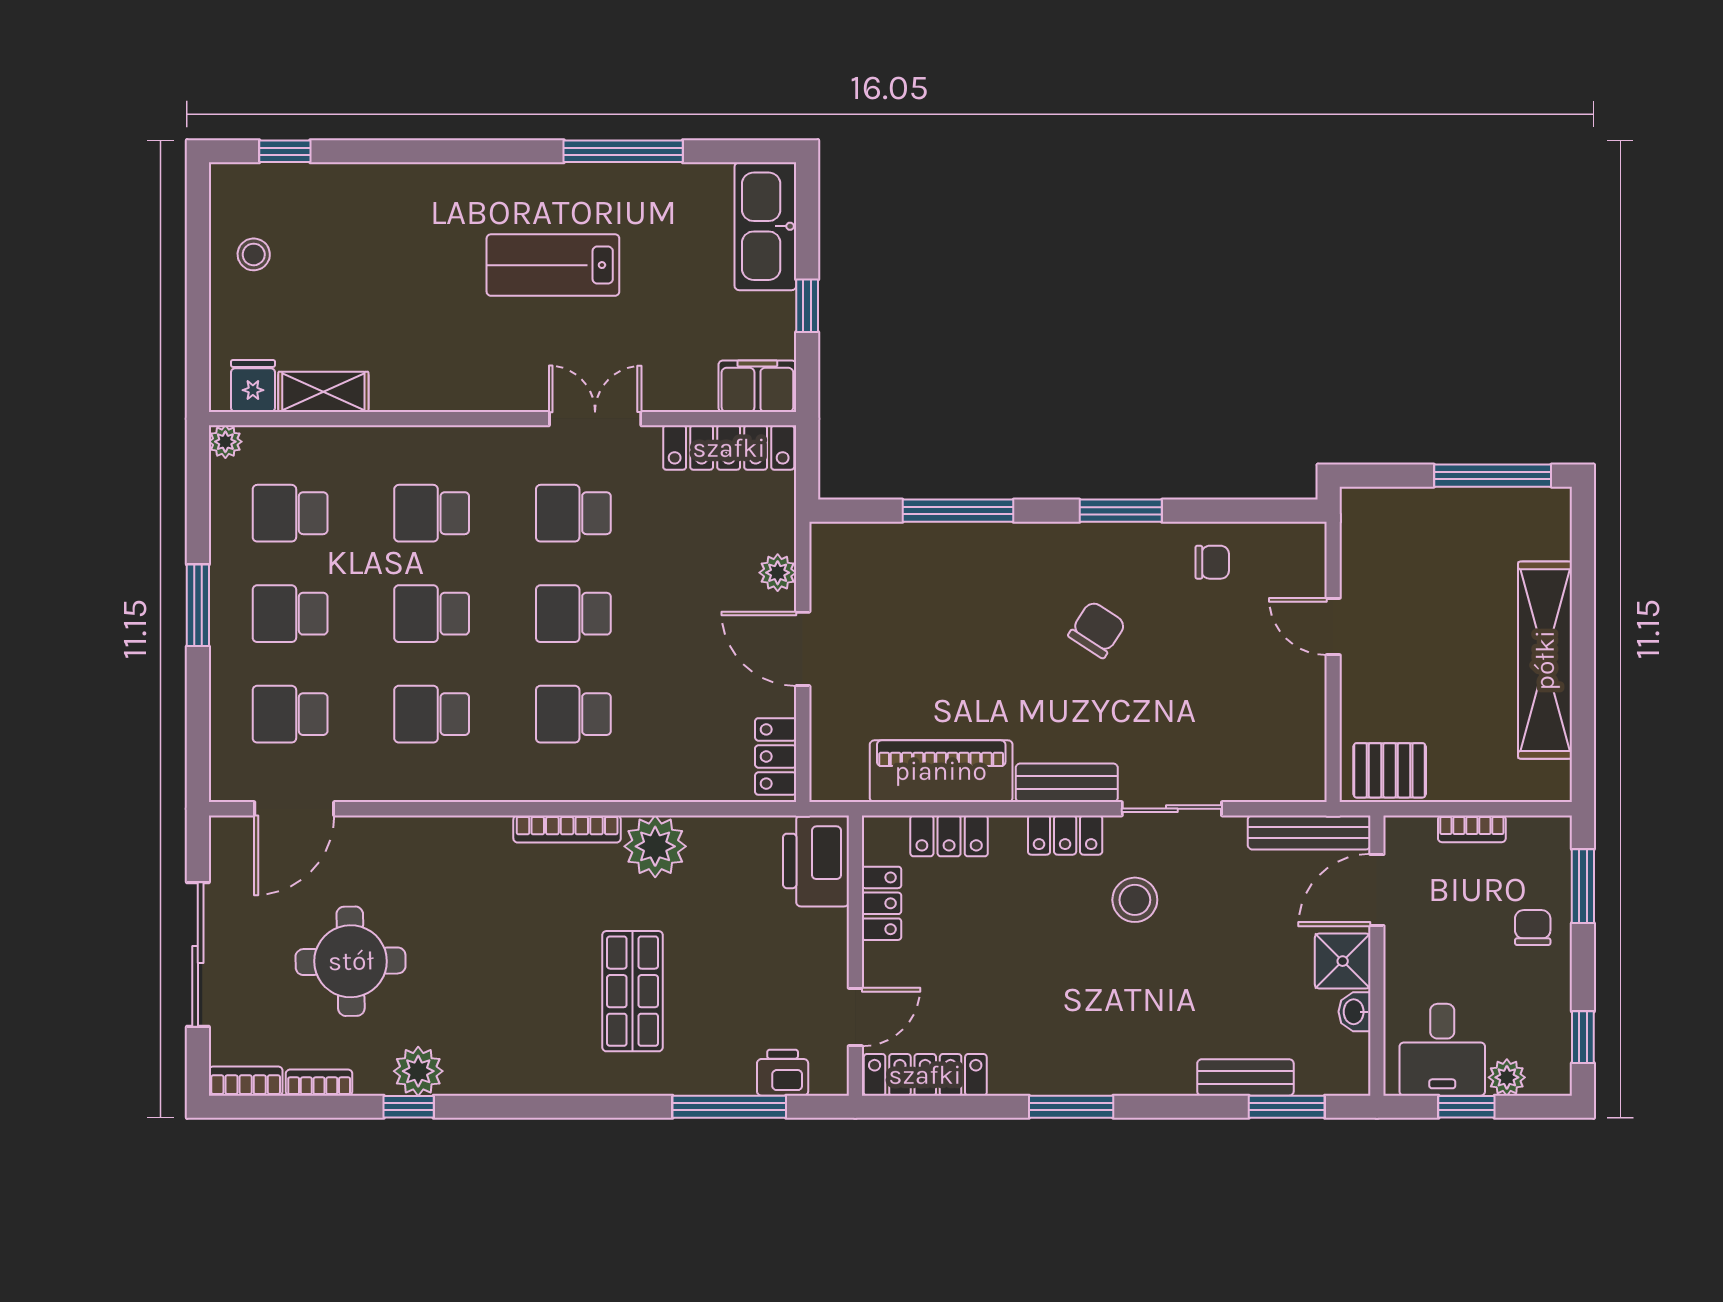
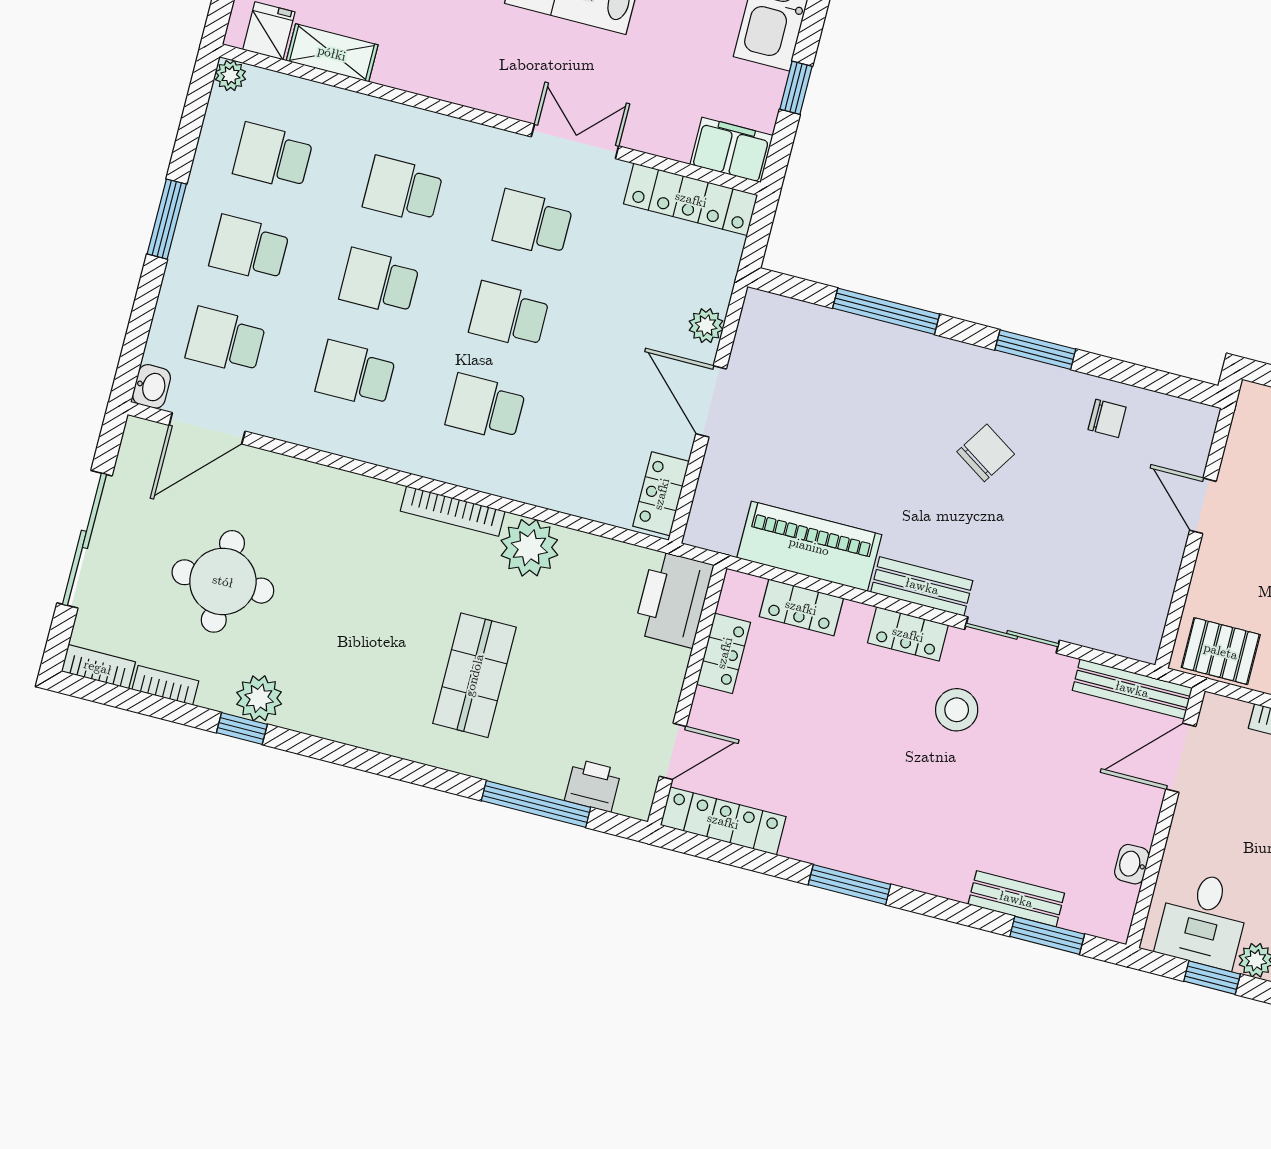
washbasin: (226, 781) -> (151, 386), added
shower: (1343, 961) -> (1133, 815), removed

